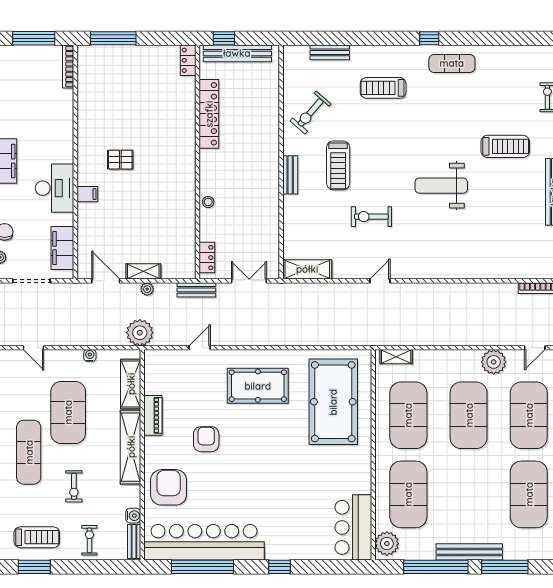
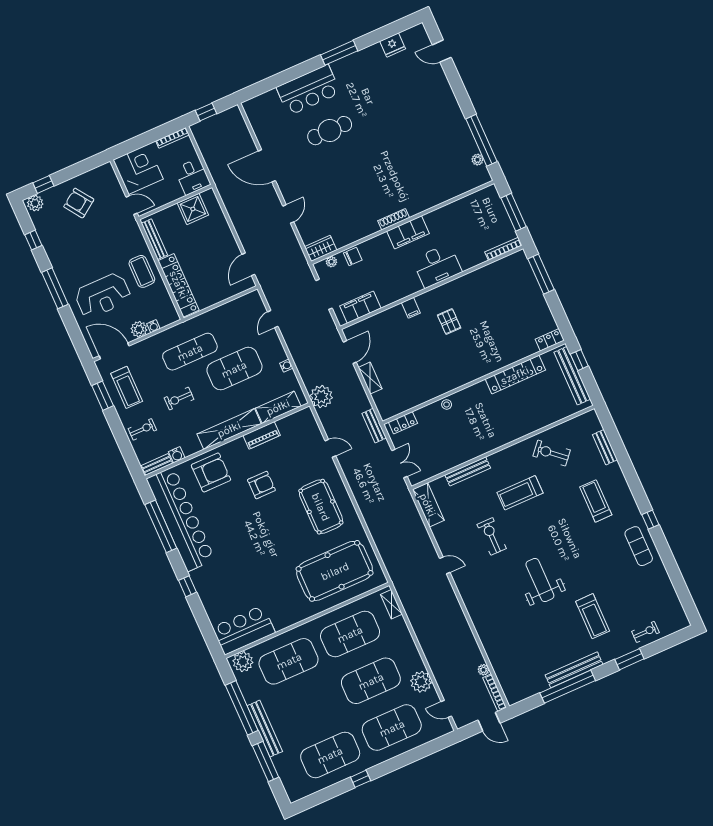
bench: (290, 175) -> (468, 471), moved, width x1.36
desk: (55, 188) -> (437, 266), moved
plant: (147, 289) -> (483, 670), moved

